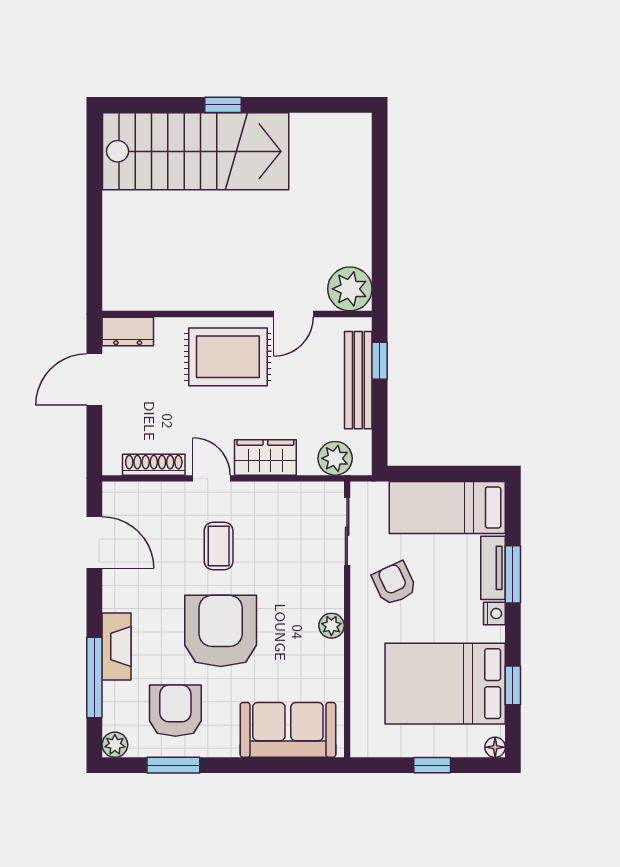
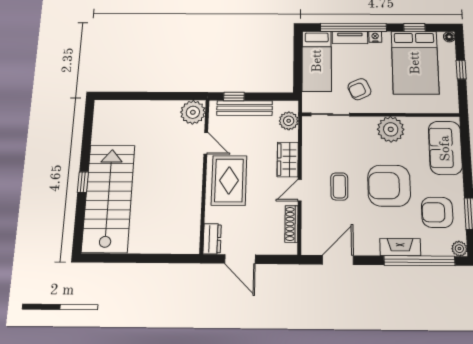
coffee table: (219, 546) -> (339, 186), turned 90
window: (513, 574) -> (353, 27), width x2.11
plant: (331, 626) -> (391, 129), width x1.88, depth x1.88
window: (94, 677) -> (419, 261), width x1.46

